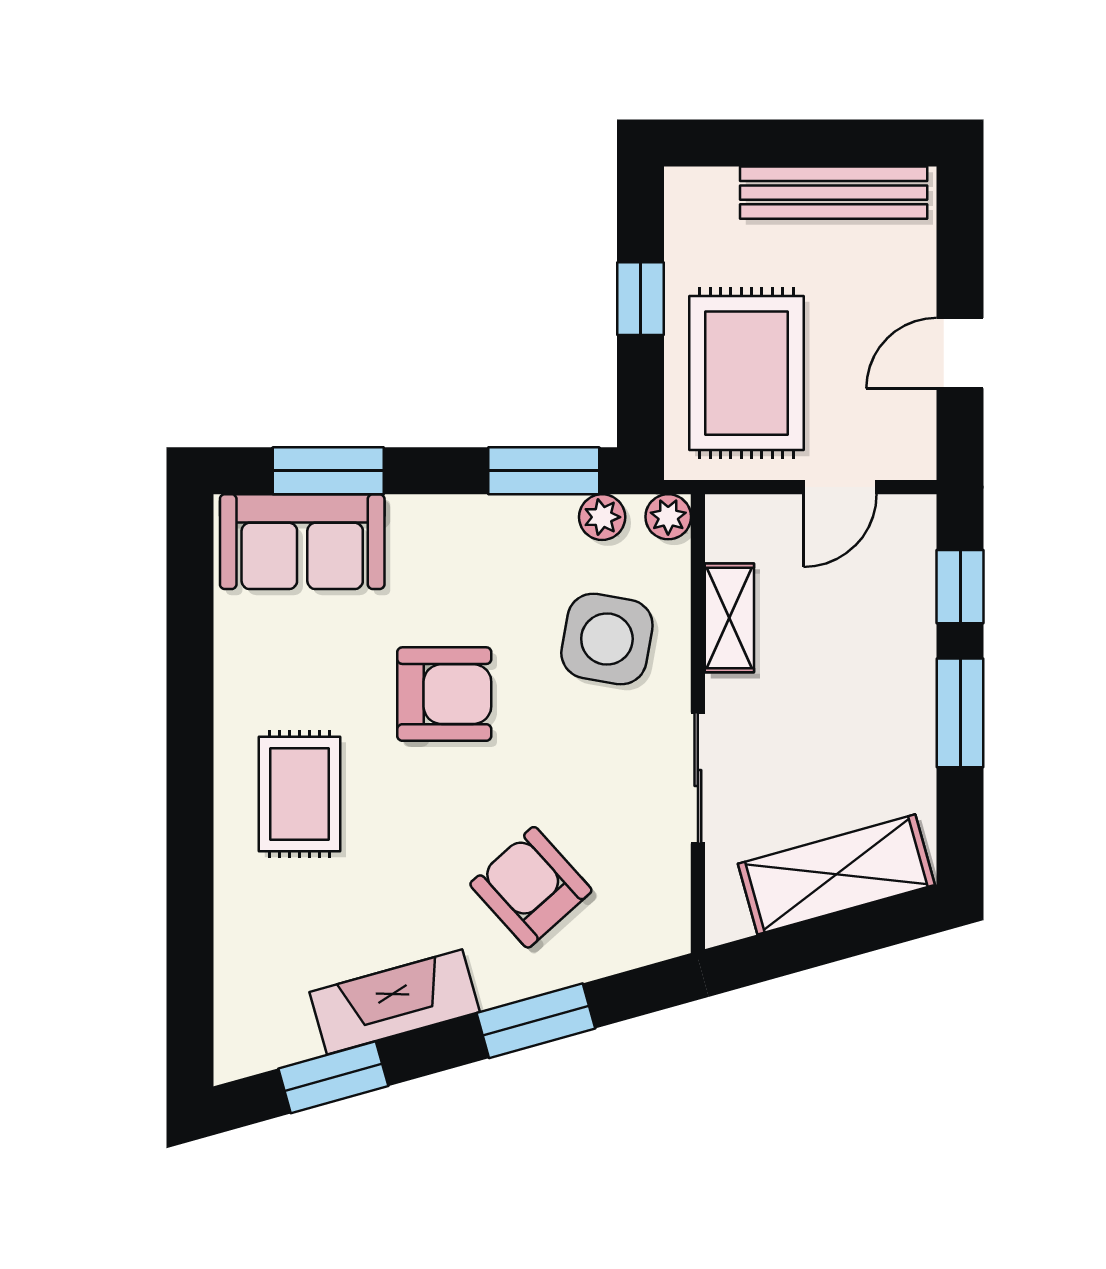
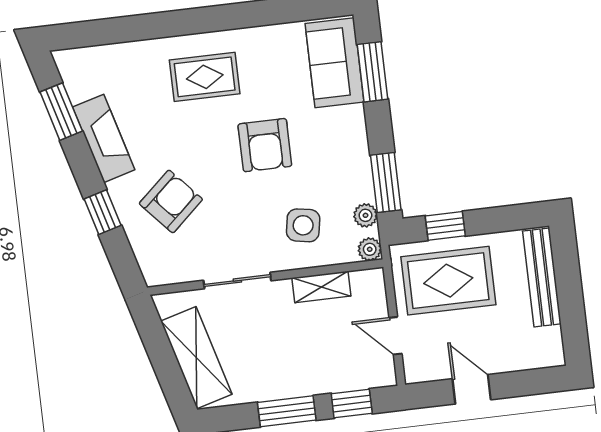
bench: (834, 193) -> (542, 277), moved
window: (641, 299) -> (445, 226), moved
side table: (607, 639) -> (303, 225), width x0.73, depth x0.73
window: (536, 1021) -> (103, 212), width x0.67

